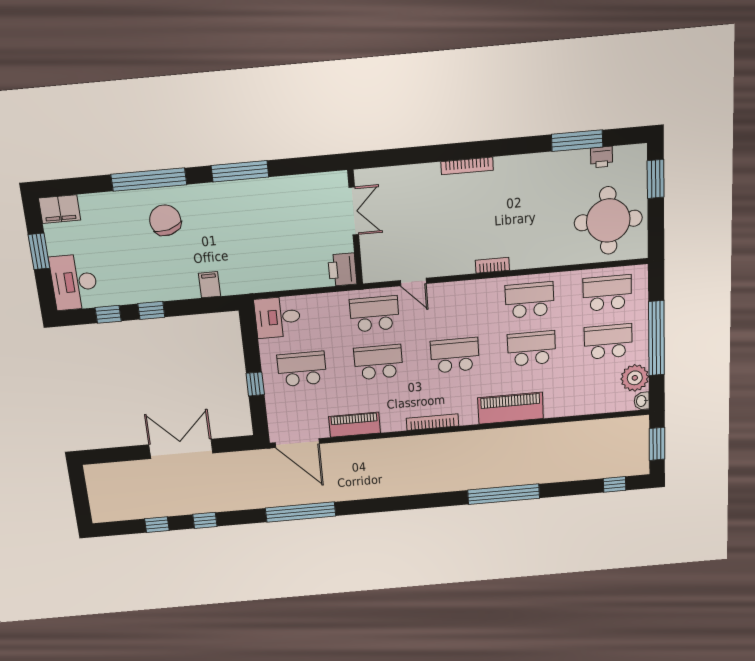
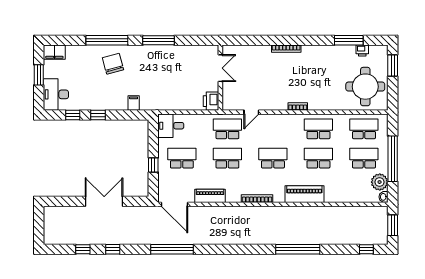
door: (413, 282) -> (251, 112), hinge flipped

